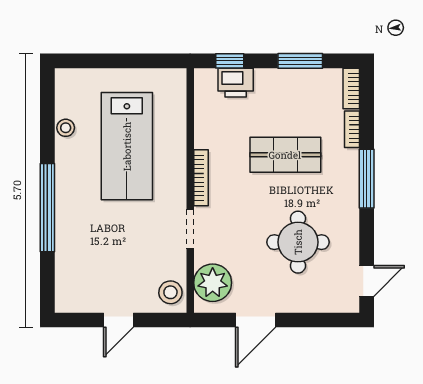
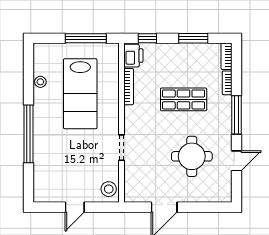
window: (135, 61) -> (86, 38), added
printer: (236, 83) -> (133, 56), moved, turned -90
bookcase: (201, 178) -> (129, 87), moved
door: (367, 281) -> (237, 161), moved
plant: (213, 283) -> (136, 183), removed

